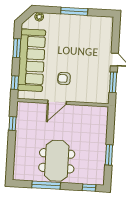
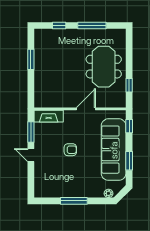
armchair: (64, 79) -> (70, 150), moved
fireplace: (94, 97) -> (49, 116), added
meeting table: (57, 161) -> (104, 67), moved
window: (89, 188) -> (59, 26), moved

